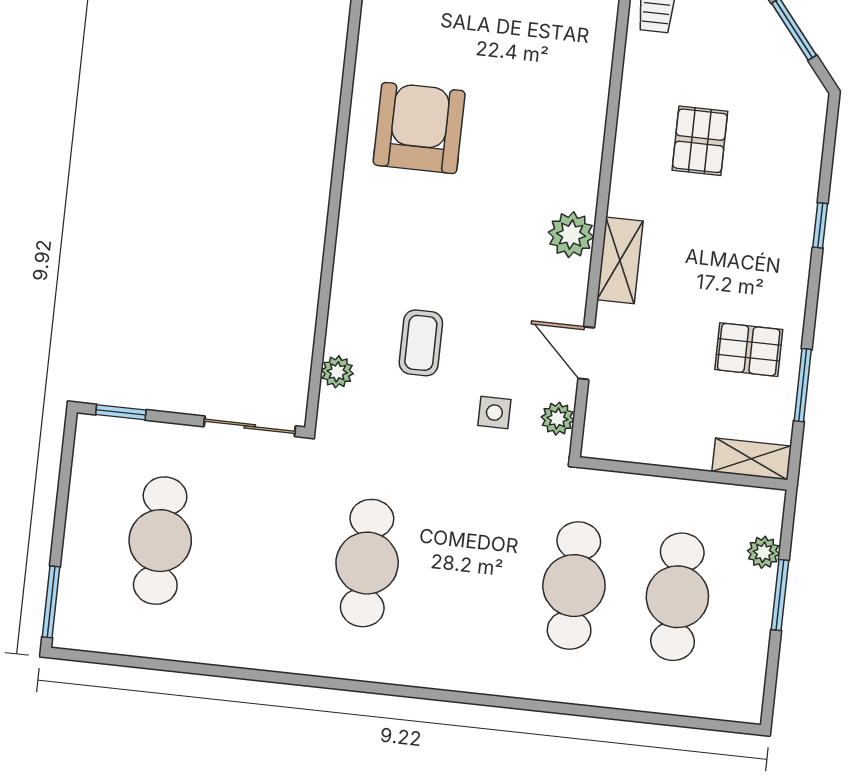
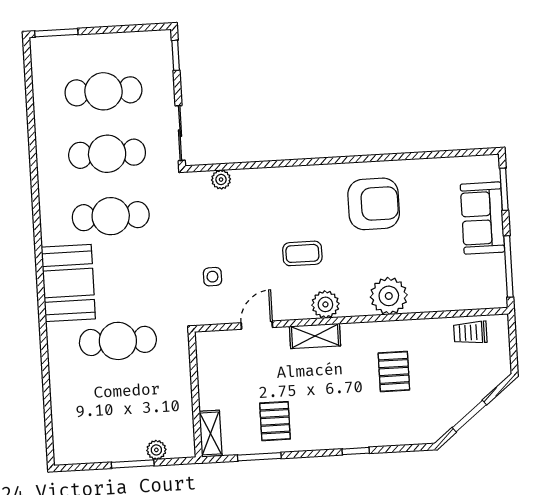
pallet: (700, 141) -> (394, 371), turned 90
coffee table: (421, 343) -> (302, 253), moved
plant: (558, 419) -> (389, 296), moved, width x1.88, depth x1.88
cafe table: (677, 597) -> (107, 154), moved
booth: (465, 651) -> (68, 283), added

